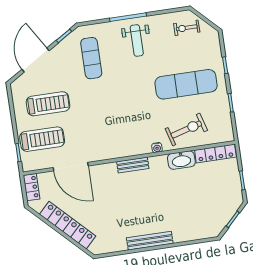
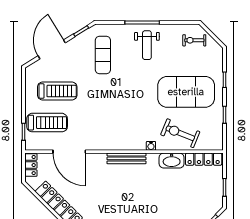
exercise mat: (186, 84) -> (186, 92), width x1.47
exercise bike: (186, 129) -> (180, 133), turned -142
bench: (133, 165) -> (126, 158), width x1.36

